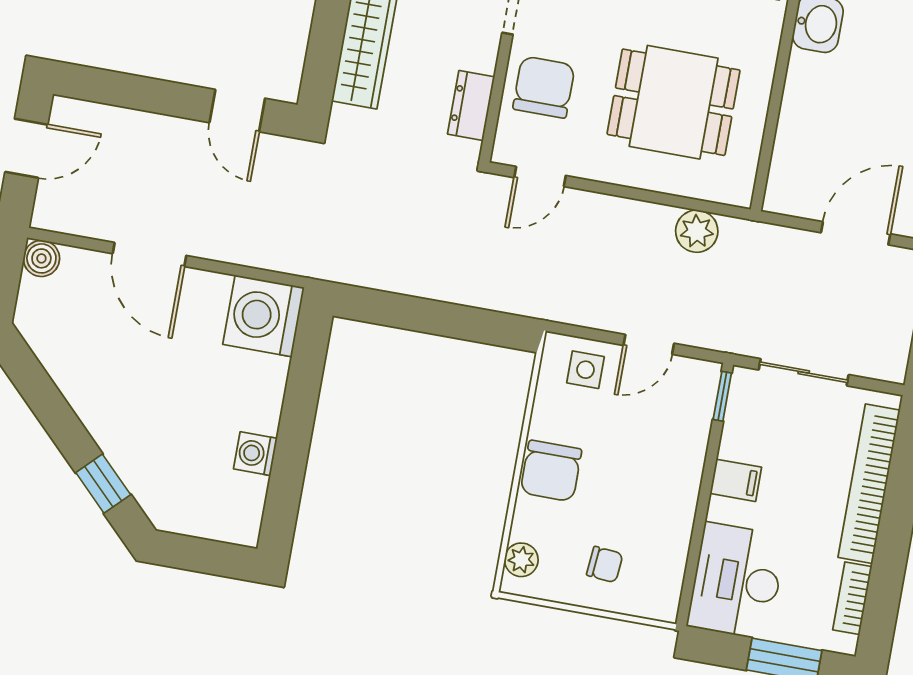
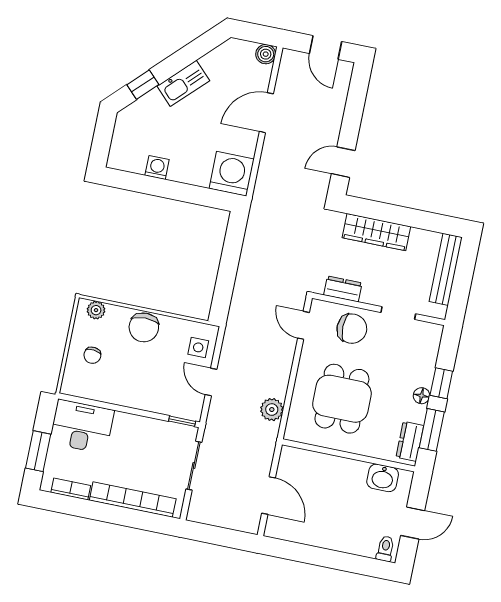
kitchen sink: (99, 409) -> (183, 83), added
chair: (551, 471) -> (144, 327), turned -90
filing cabinet: (736, 480) -> (136, 427), removed

